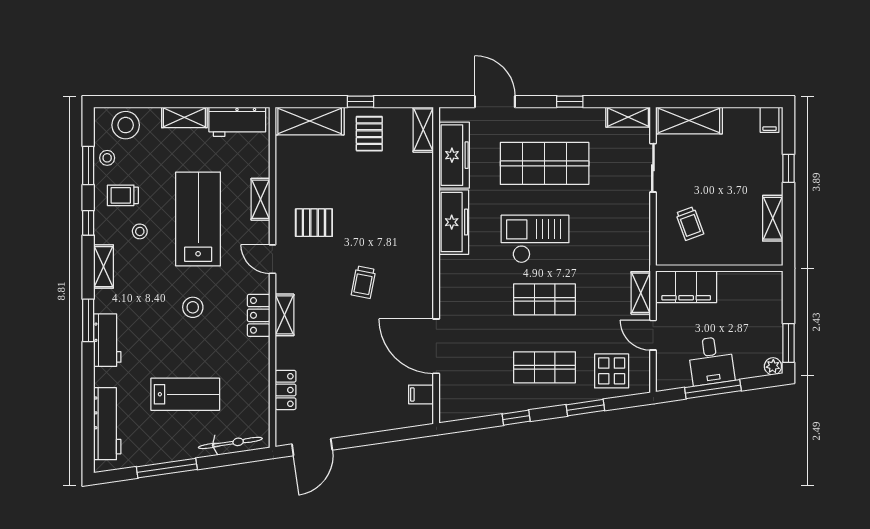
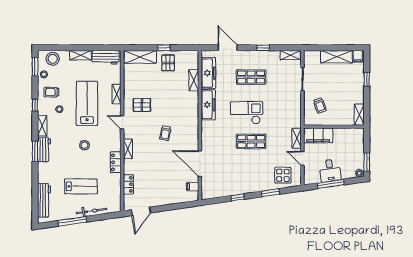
shelving: (689, 121) -> (337, 57), moved
shelving: (423, 130) -> (194, 80), moved
shop shelf: (545, 163) -> (251, 77), width x0.70, depth x0.74
window: (88, 165) -> (35, 67), moved
shelving: (773, 218) -> (359, 115), moved
locker: (259, 315) -> (116, 162), moved
workbench: (107, 340) -> (44, 149), moved
shop shelf: (545, 367) -> (251, 174), removed
bicycle: (230, 443) -> (92, 211), moved

